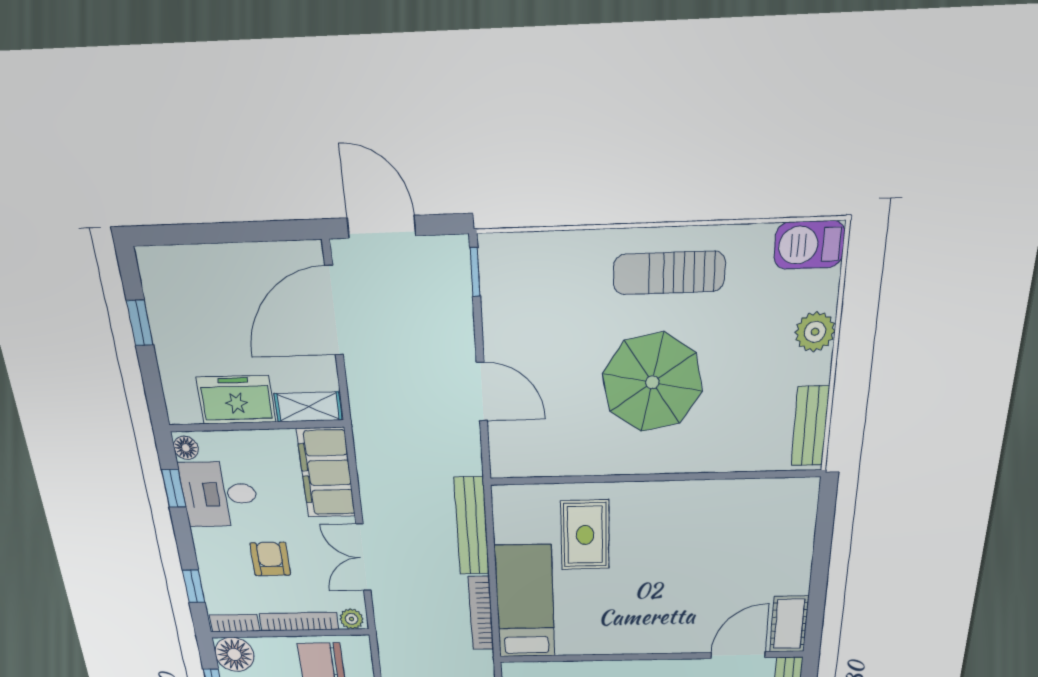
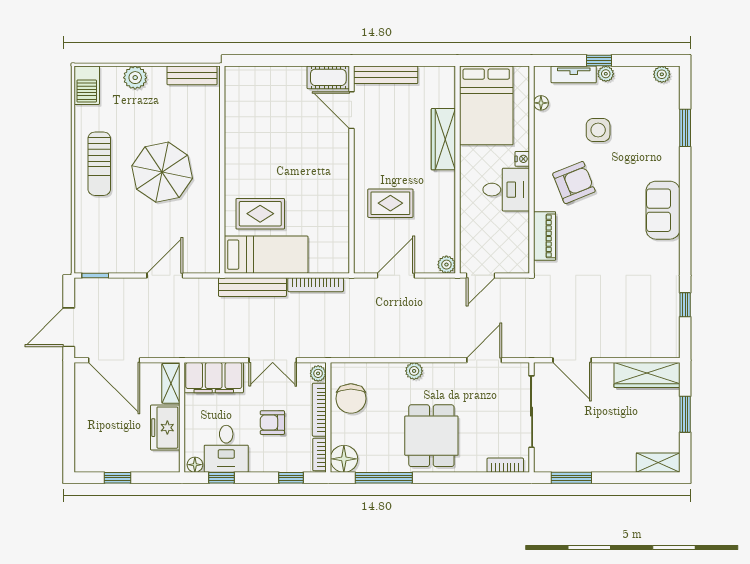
bed: (525, 602) -> (266, 255), moved, turned 180

